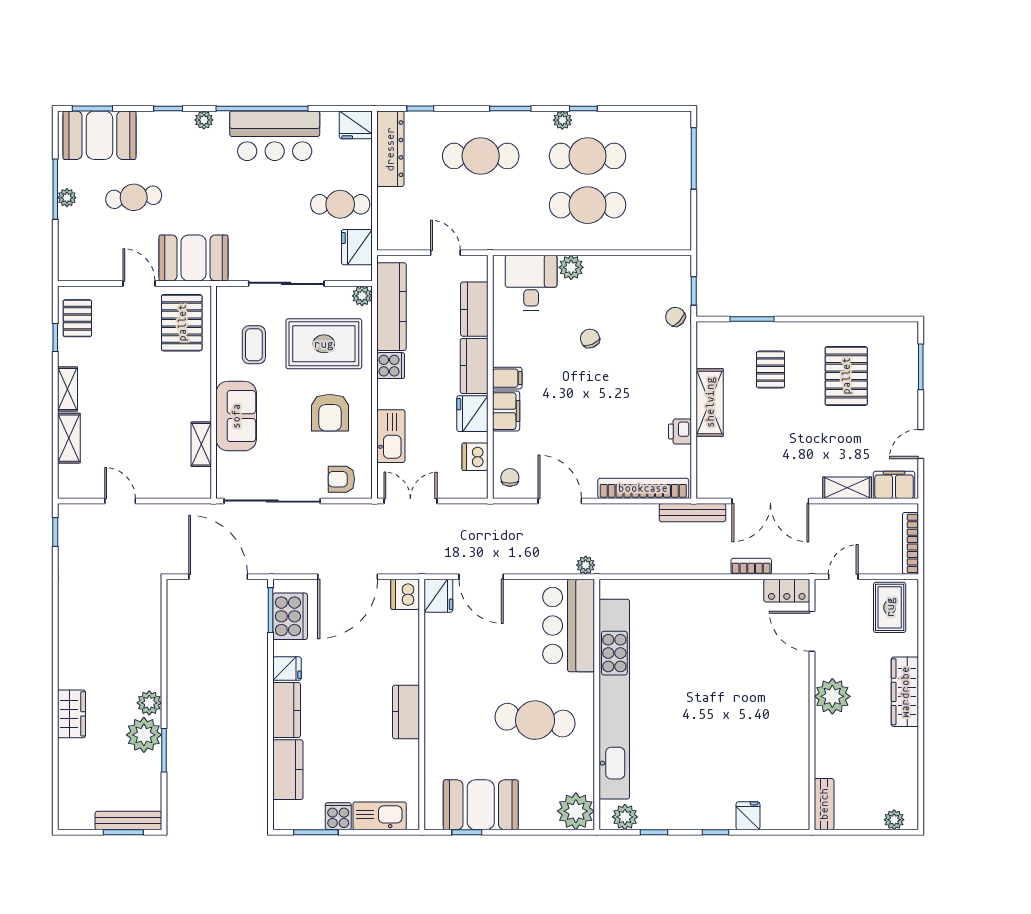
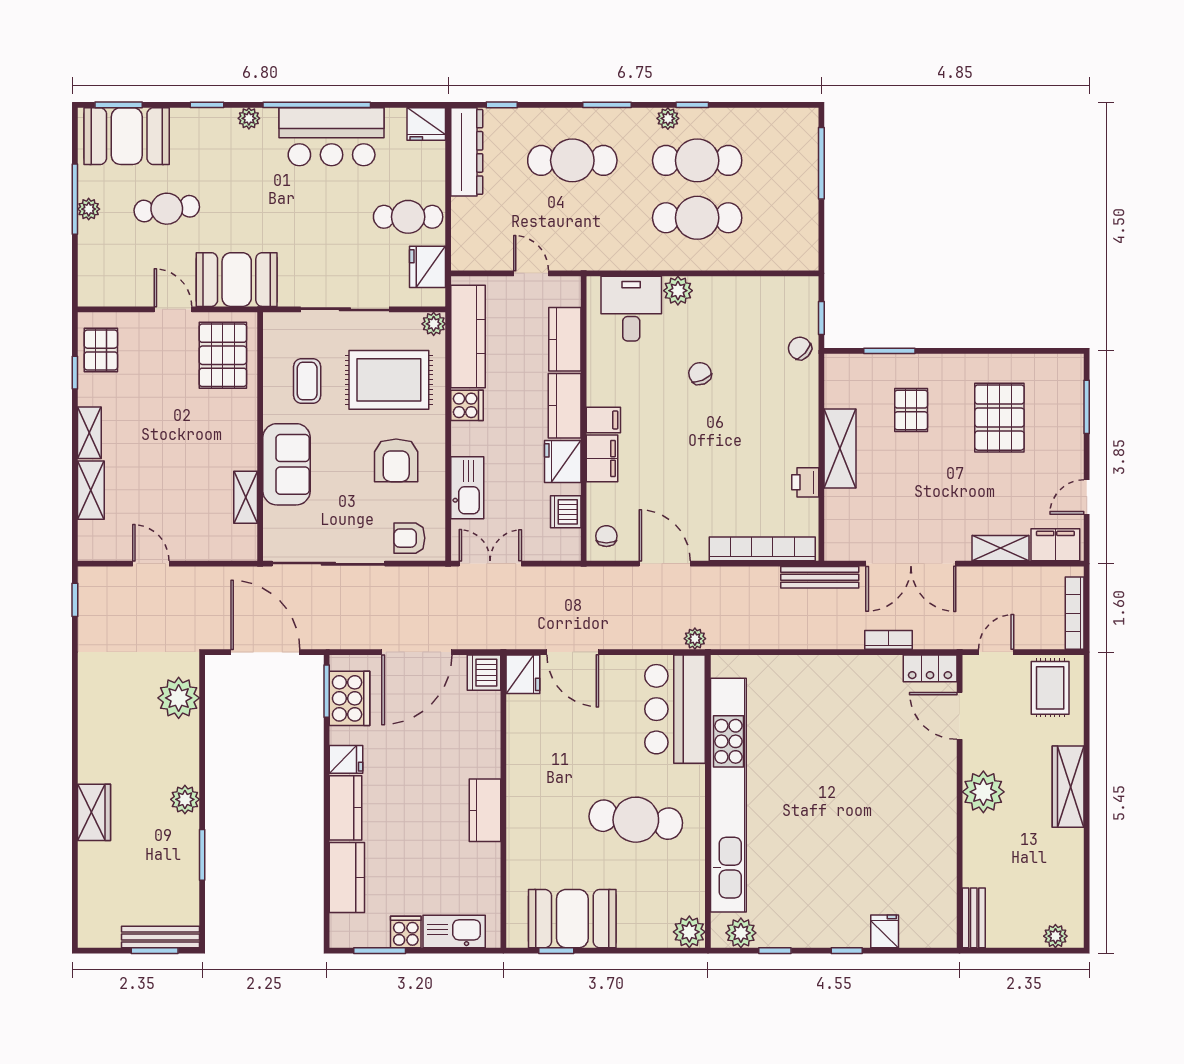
plant: (144, 735) -> (179, 698), moved
plant: (576, 811) -> (689, 932), width x0.73, depth x0.73

